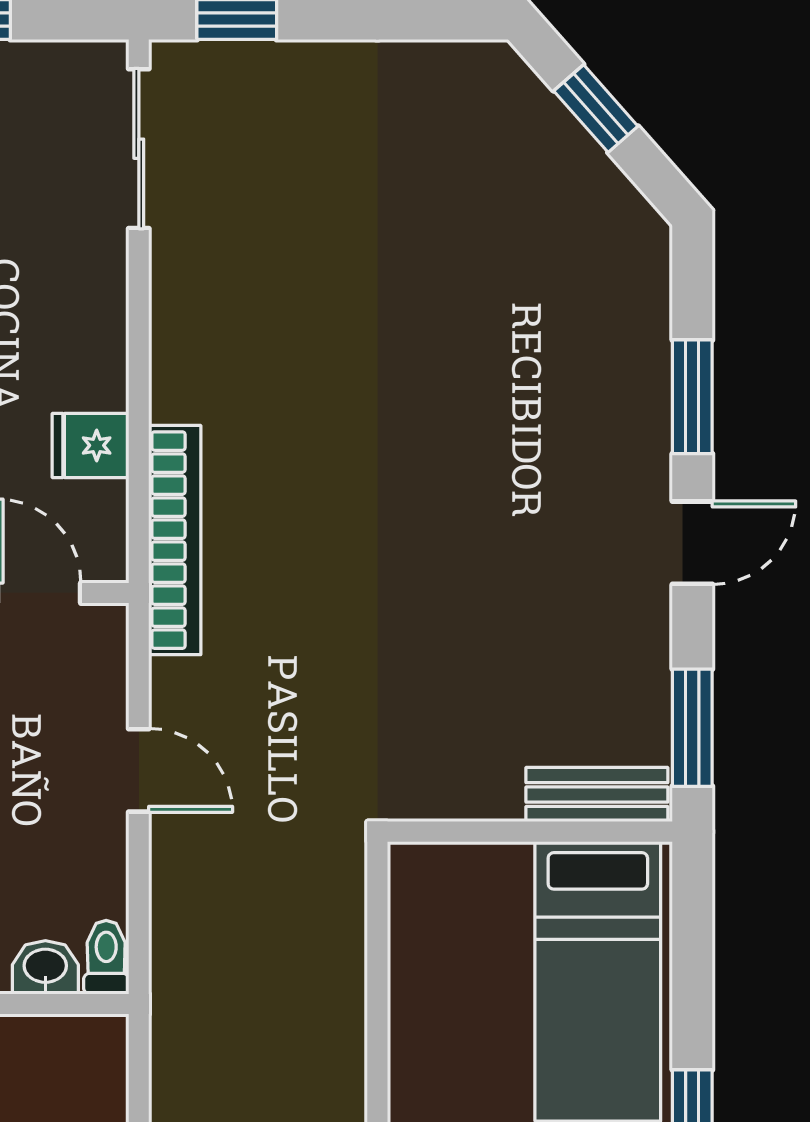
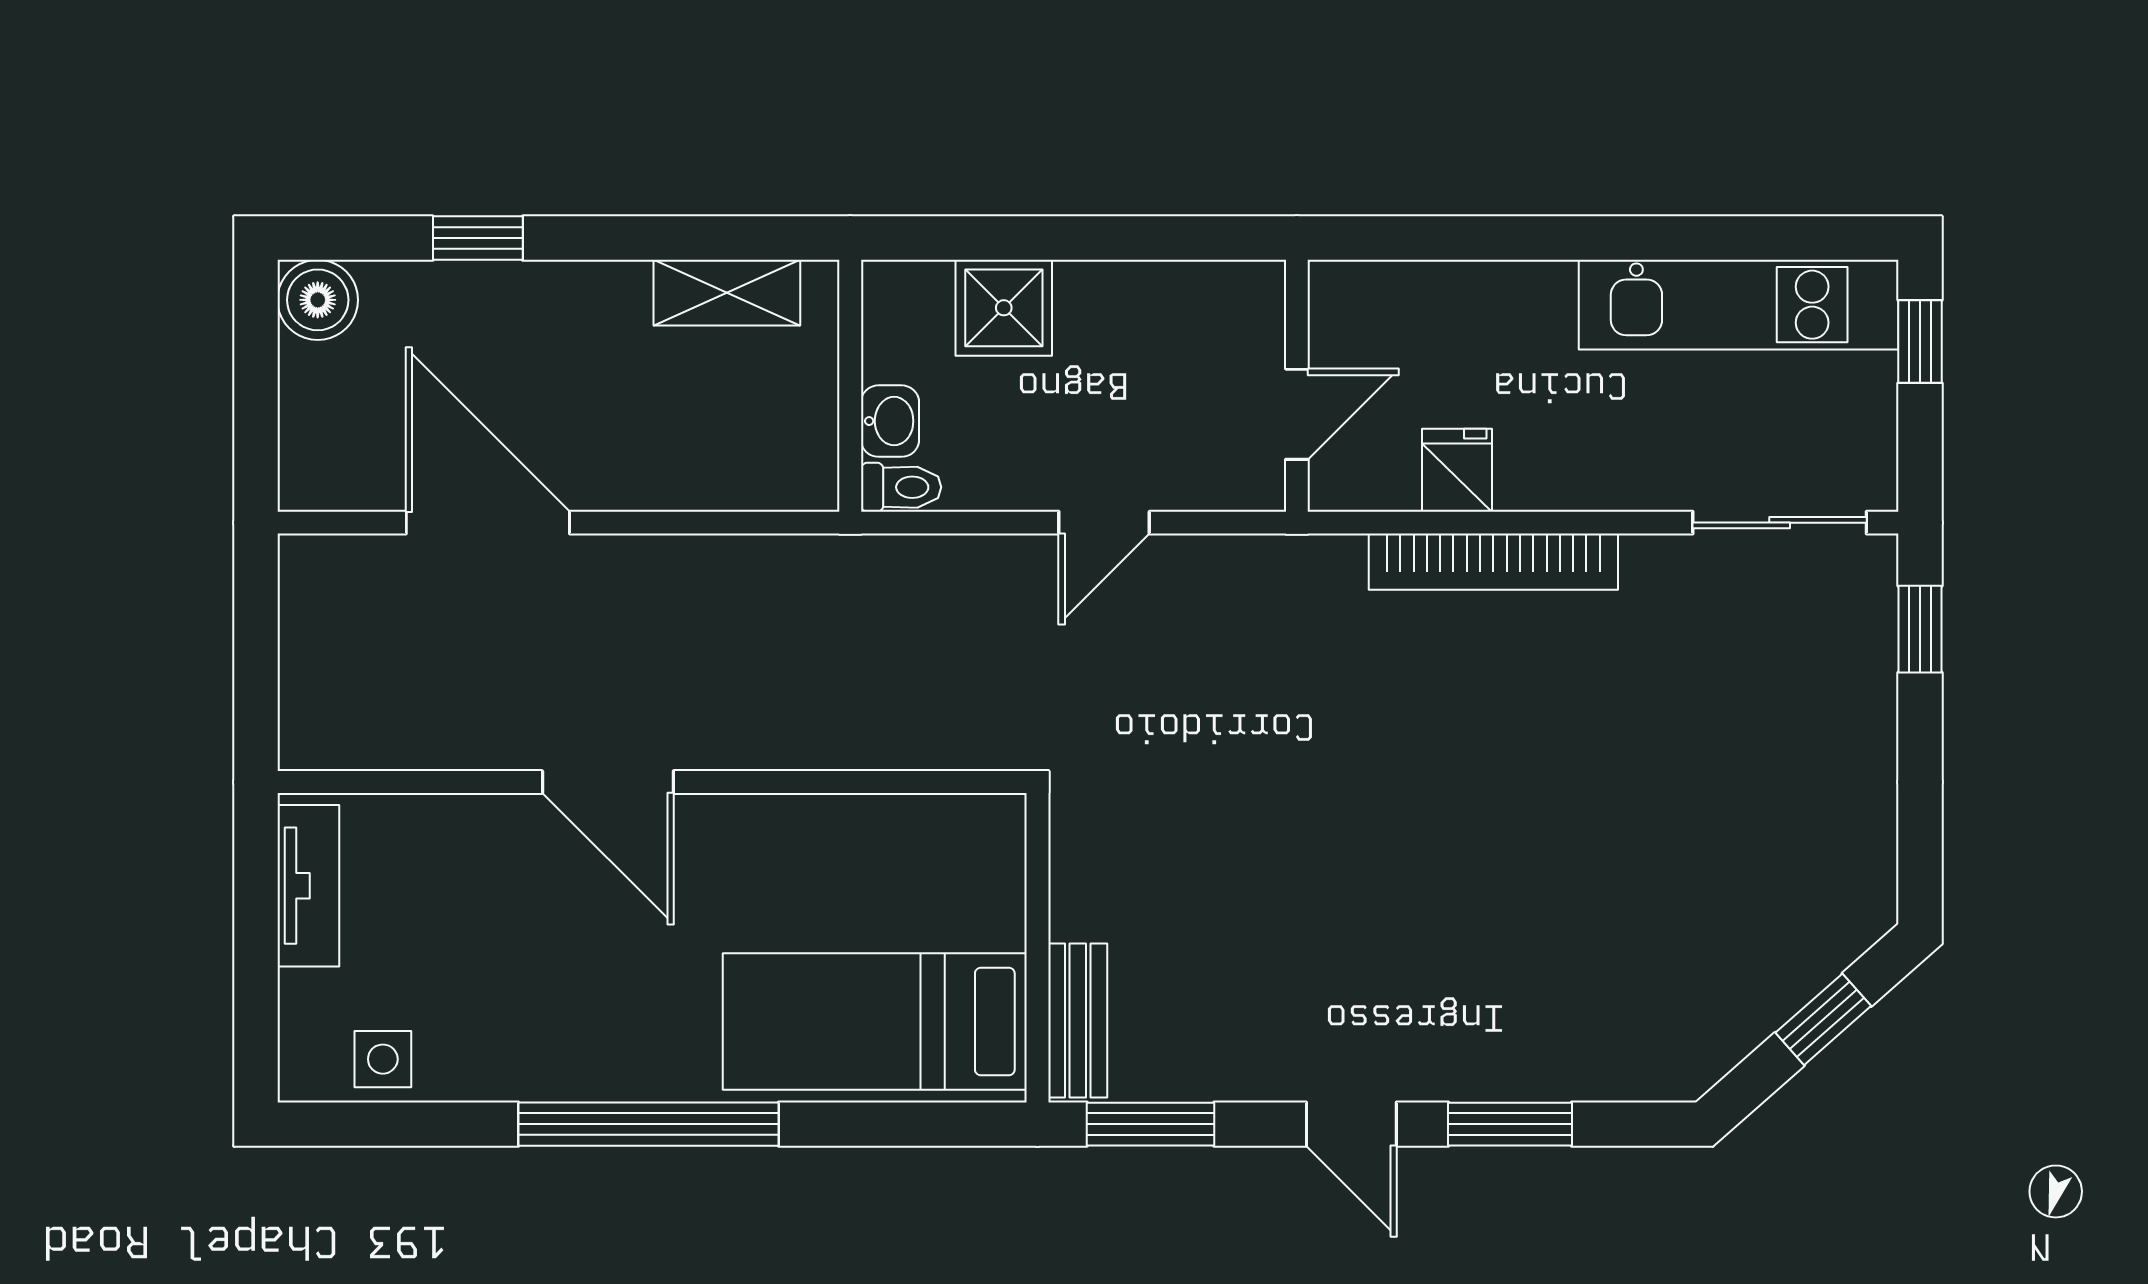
bookcase: (175, 540) -> (1493, 562), moved

